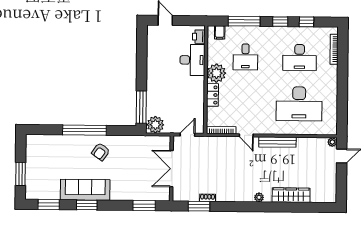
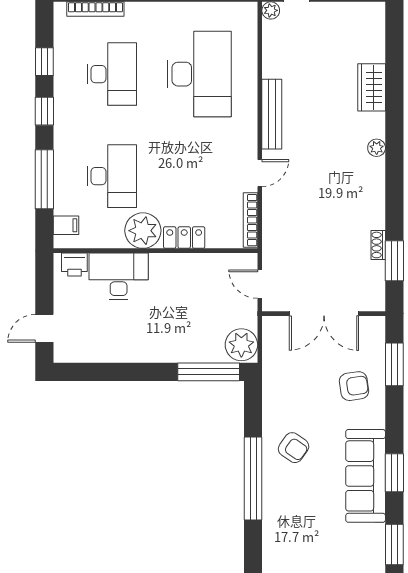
desk: (245, 57) -> (112, 176), width x1.37
armchair: (133, 184) -> (354, 386), added
wardrobe: (291, 195) -> (372, 87), width x0.67

